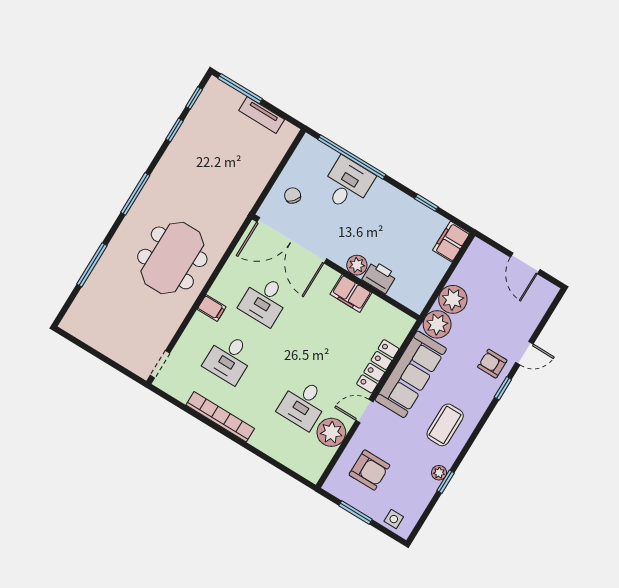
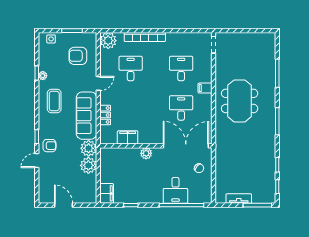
printer: (379, 277) -> (131, 154), removed
filing cabinet: (351, 294) -> (128, 137), moved
locker: (378, 366) -> (105, 115), width x0.66
bookcase: (220, 417) -> (145, 37), moved
plant: (331, 432) -> (108, 41), moved

